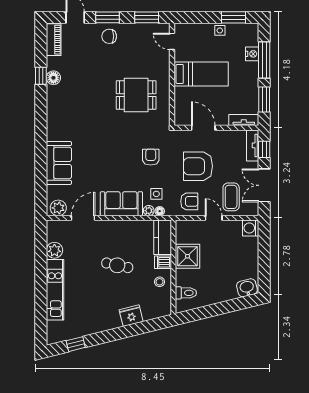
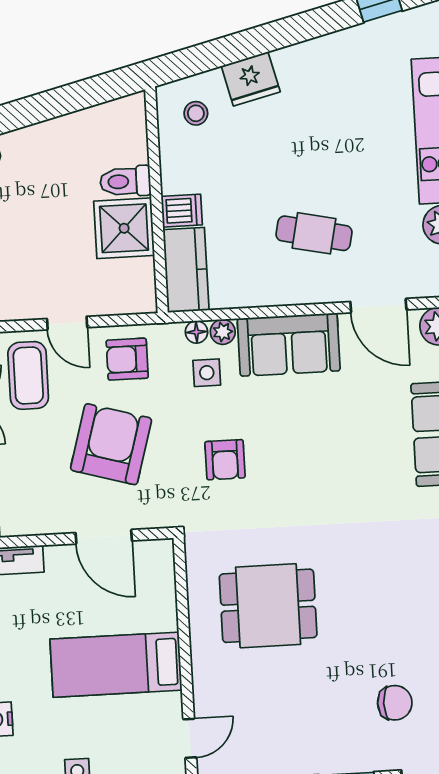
chair: (109, 36) -> (395, 703), moved
door: (172, 41) -> (190, 738), hinge flipped
armchair: (198, 166) -> (111, 444), turned -74
door: (83, 218) -> (378, 306), hinge flipped
cafe table: (117, 265) -> (314, 233), moved
stool: (160, 282) -> (196, 113), moved
toilet: (186, 293) -> (125, 181), moved

